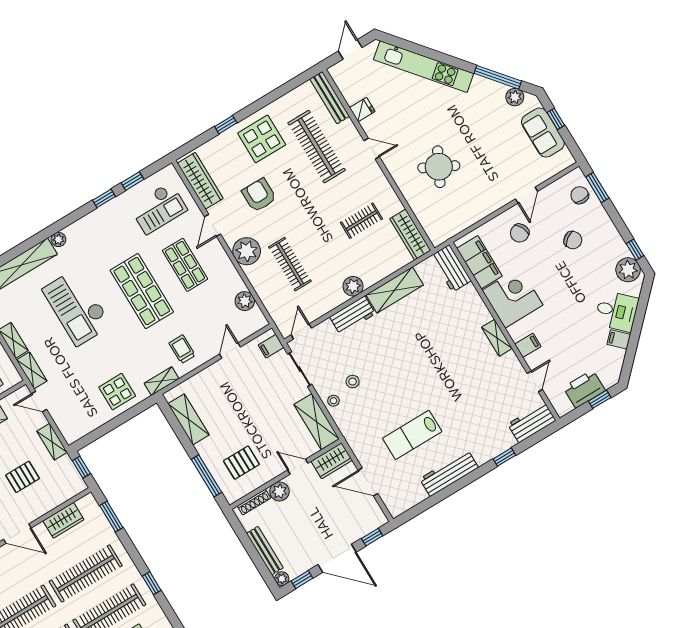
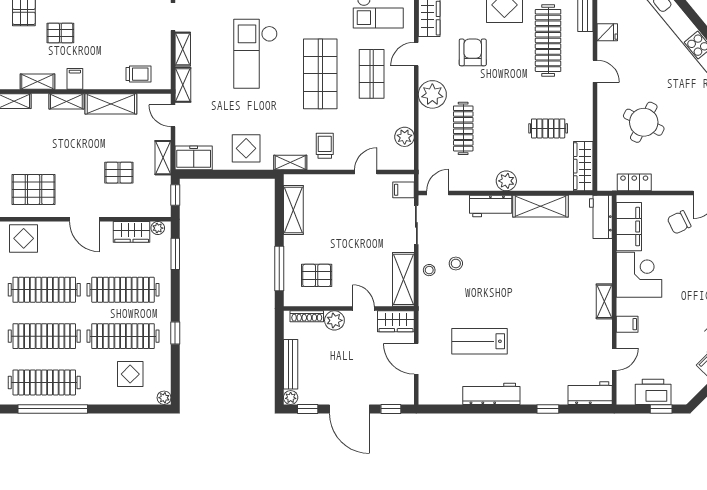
locker: (461, 222) -> (634, 182), added
freezer: (78, 426) -> (194, 158), added
plant: (83, 504) -> (158, 228), added

